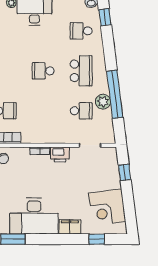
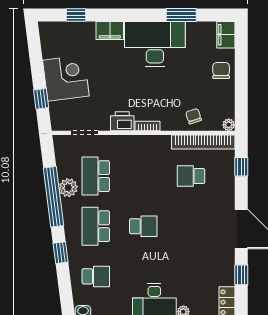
window: (105, 17) -> (61, 253), moved
school desk: (81, 111) -> (96, 176), width x1.85
corner desk: (107, 207) -> (66, 78), moved

